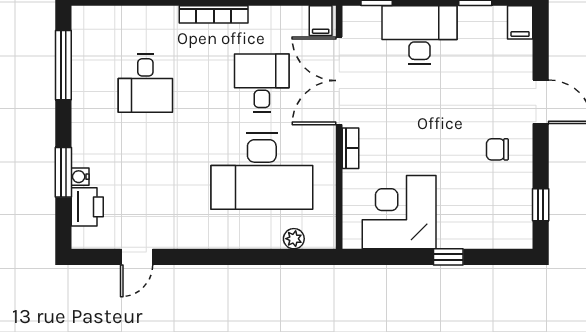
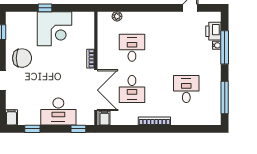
chair: (497, 149) -> (22, 58), width x1.87, depth x1.87
desk: (262, 171) -> (132, 48), width x0.53, depth x0.77
window: (63, 172) -> (225, 47), width x1.44
corner desk: (399, 212) -> (55, 29), moved

